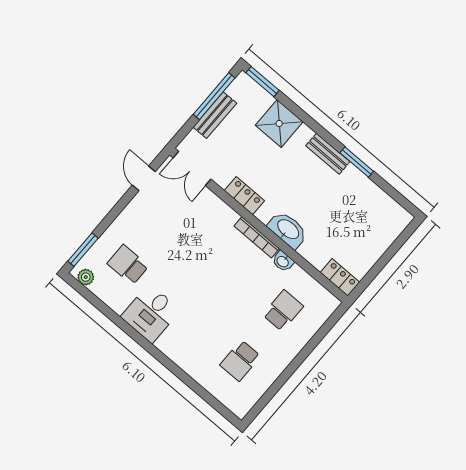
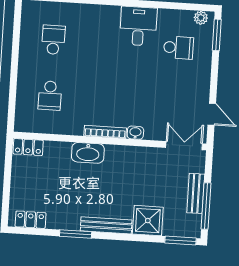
bench: (328, 154) -> (106, 225), width x1.36
locker: (244, 196) -> (31, 220), moved, turned 180
washbasin: (283, 261) -> (135, 133), moved

